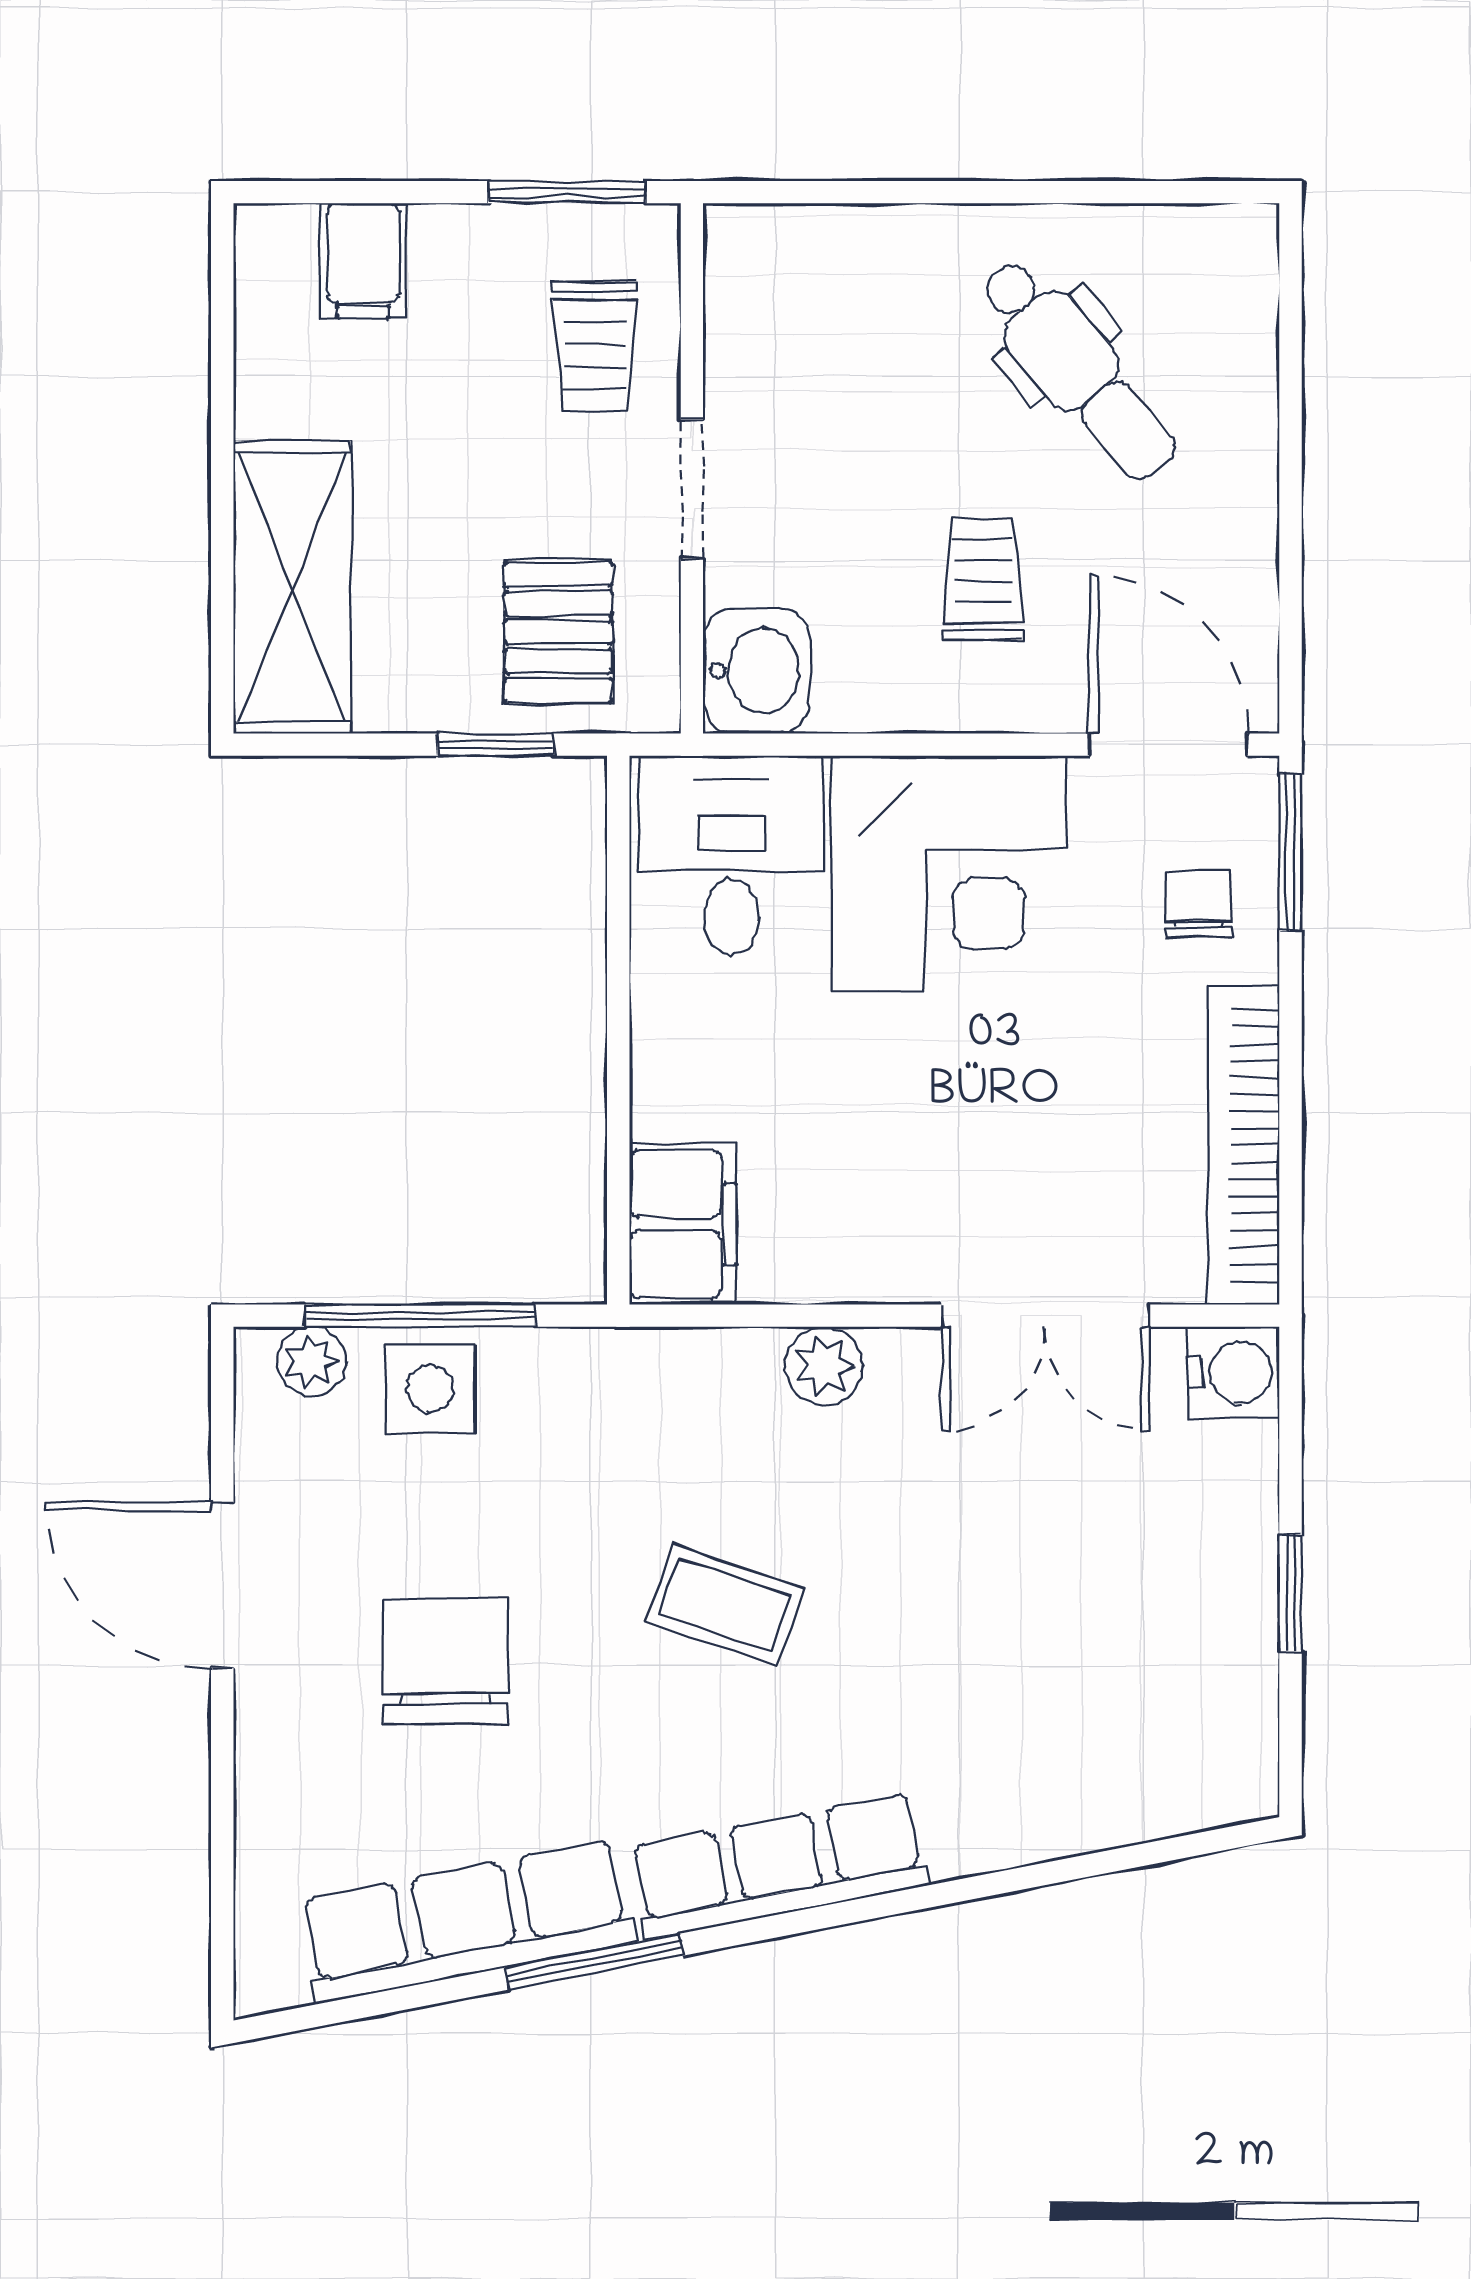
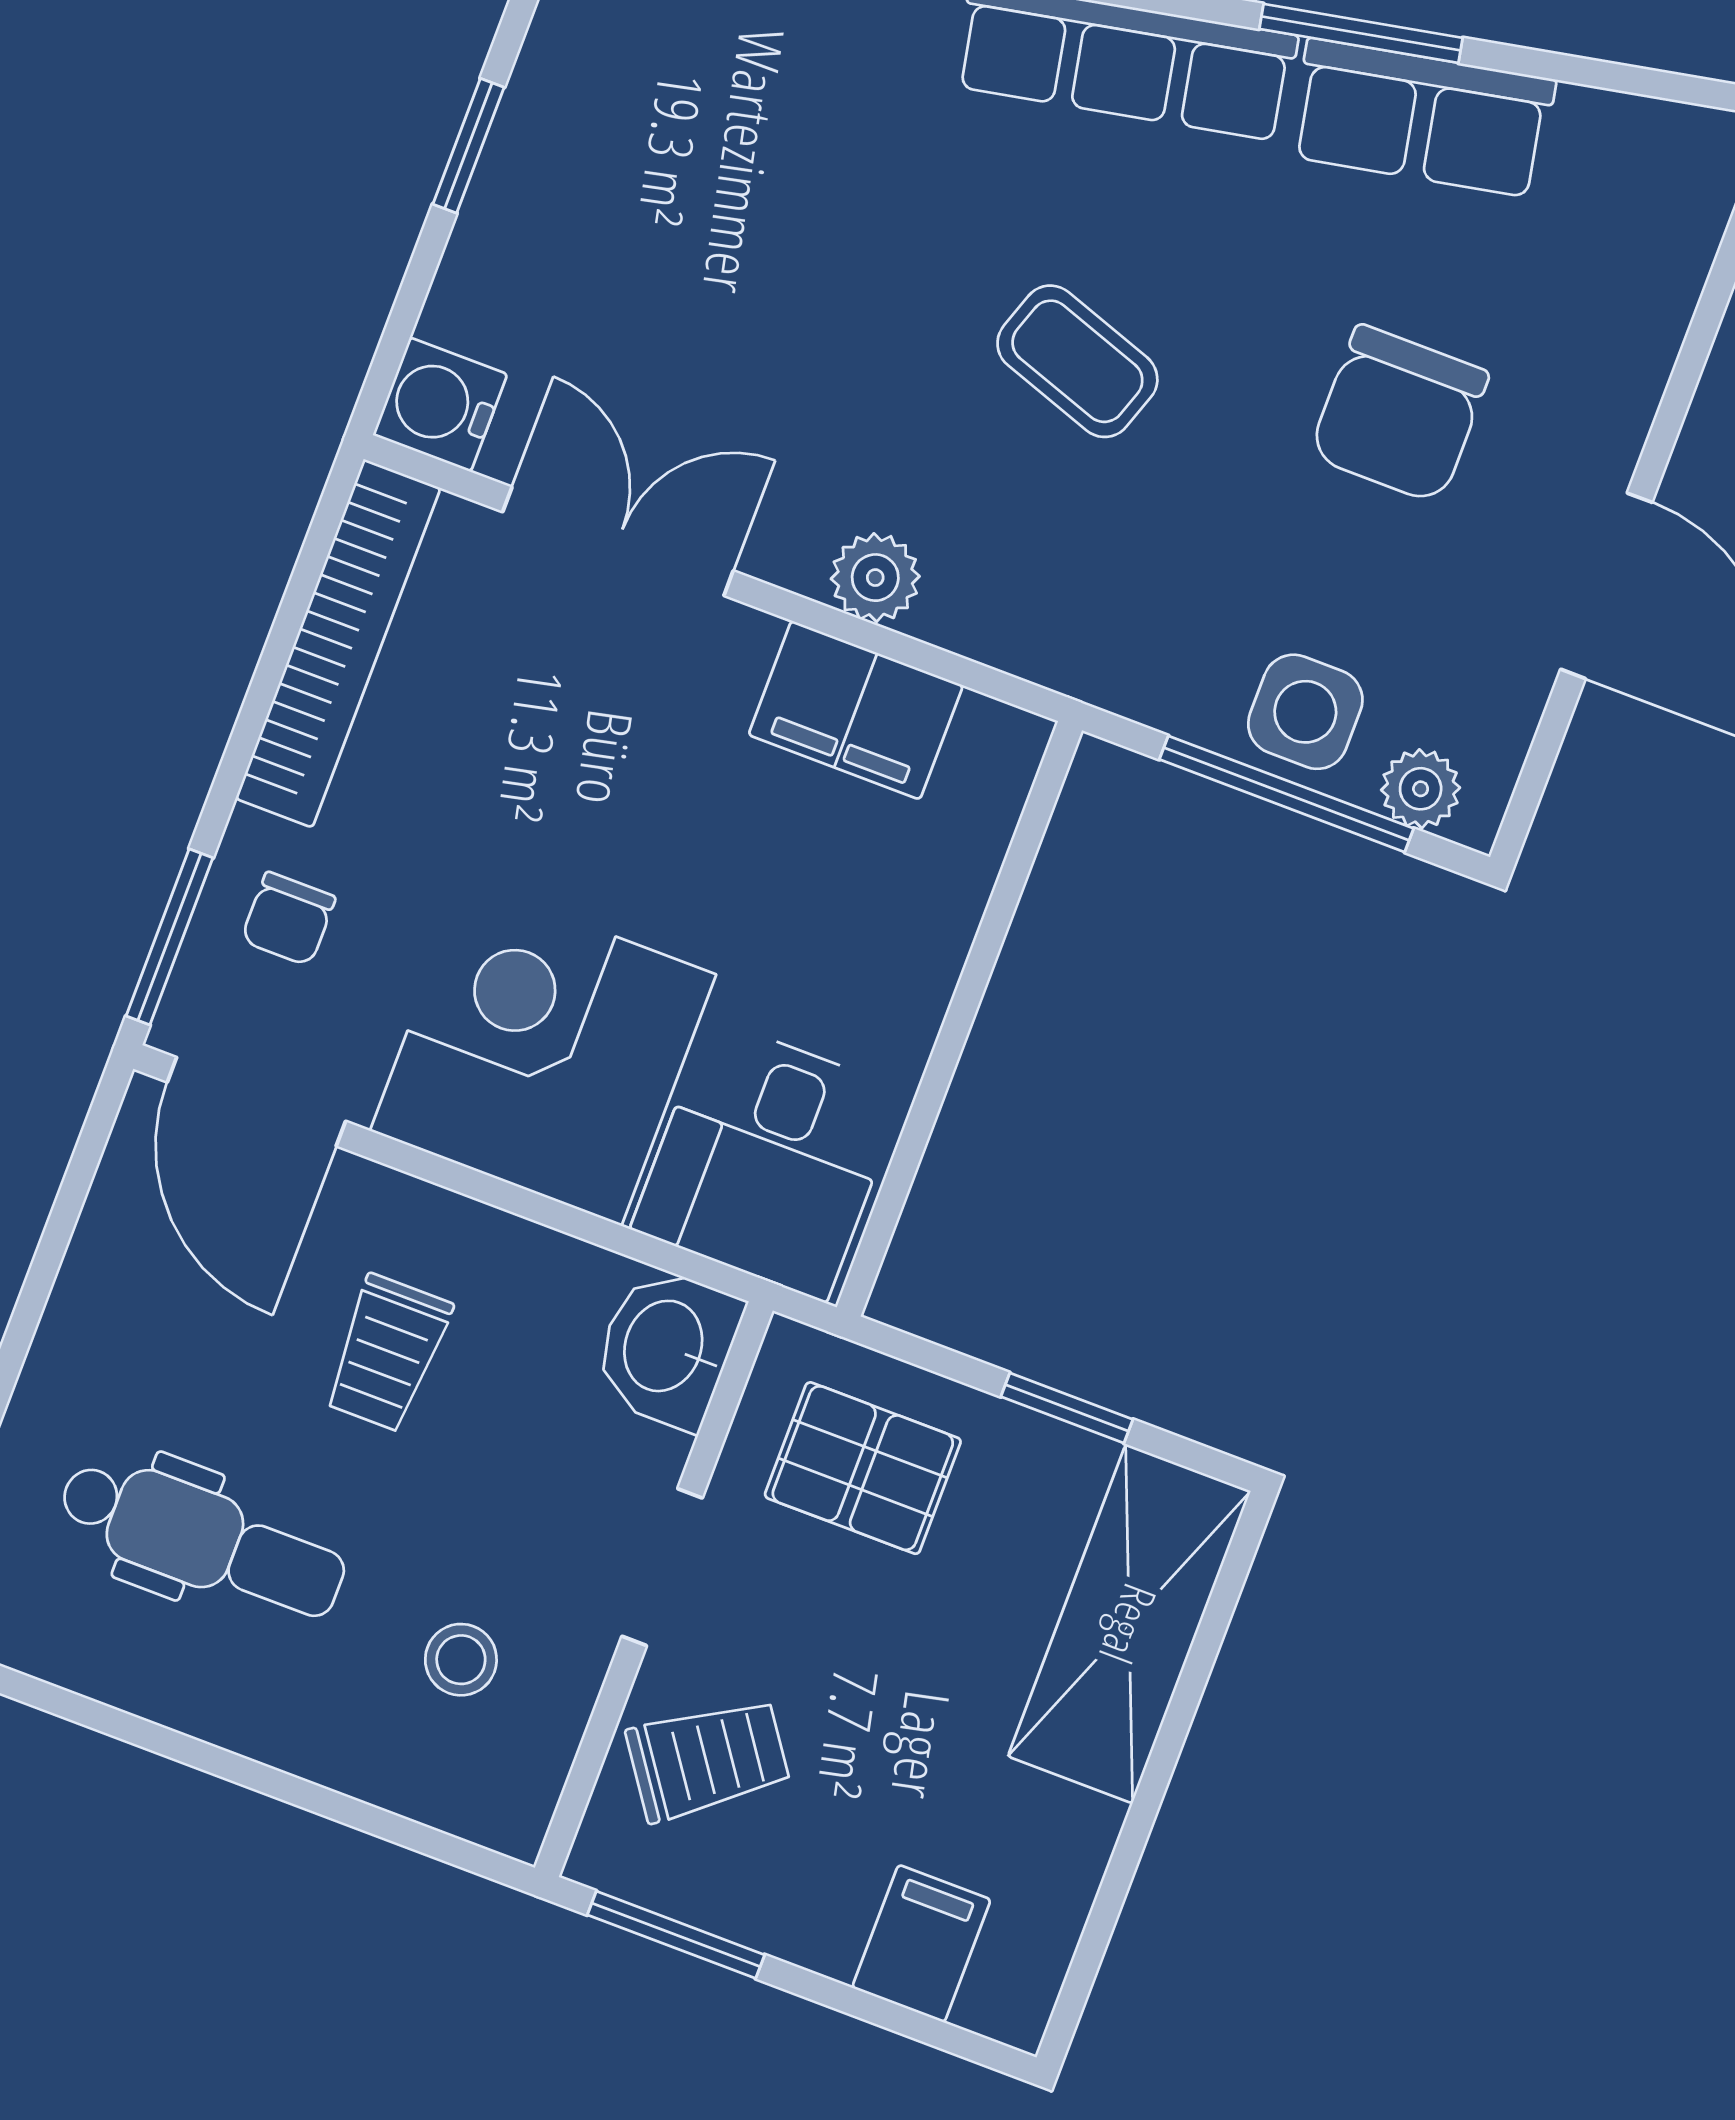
trolley: (595, 346) -> (708, 1759), turned 55
stool: (828, 351) -> (461, 1660), added
dental chair: (1078, 370) -> (202, 1539), turned 130
pallet: (558, 632) -> (863, 1468), turned 90
window: (495, 745) -> (1067, 1408), moved
filing cabinet: (683, 1224) -> (856, 710), moved, turned -90
row of seats: (466, 1921) -> (1422, 118), width x0.68

